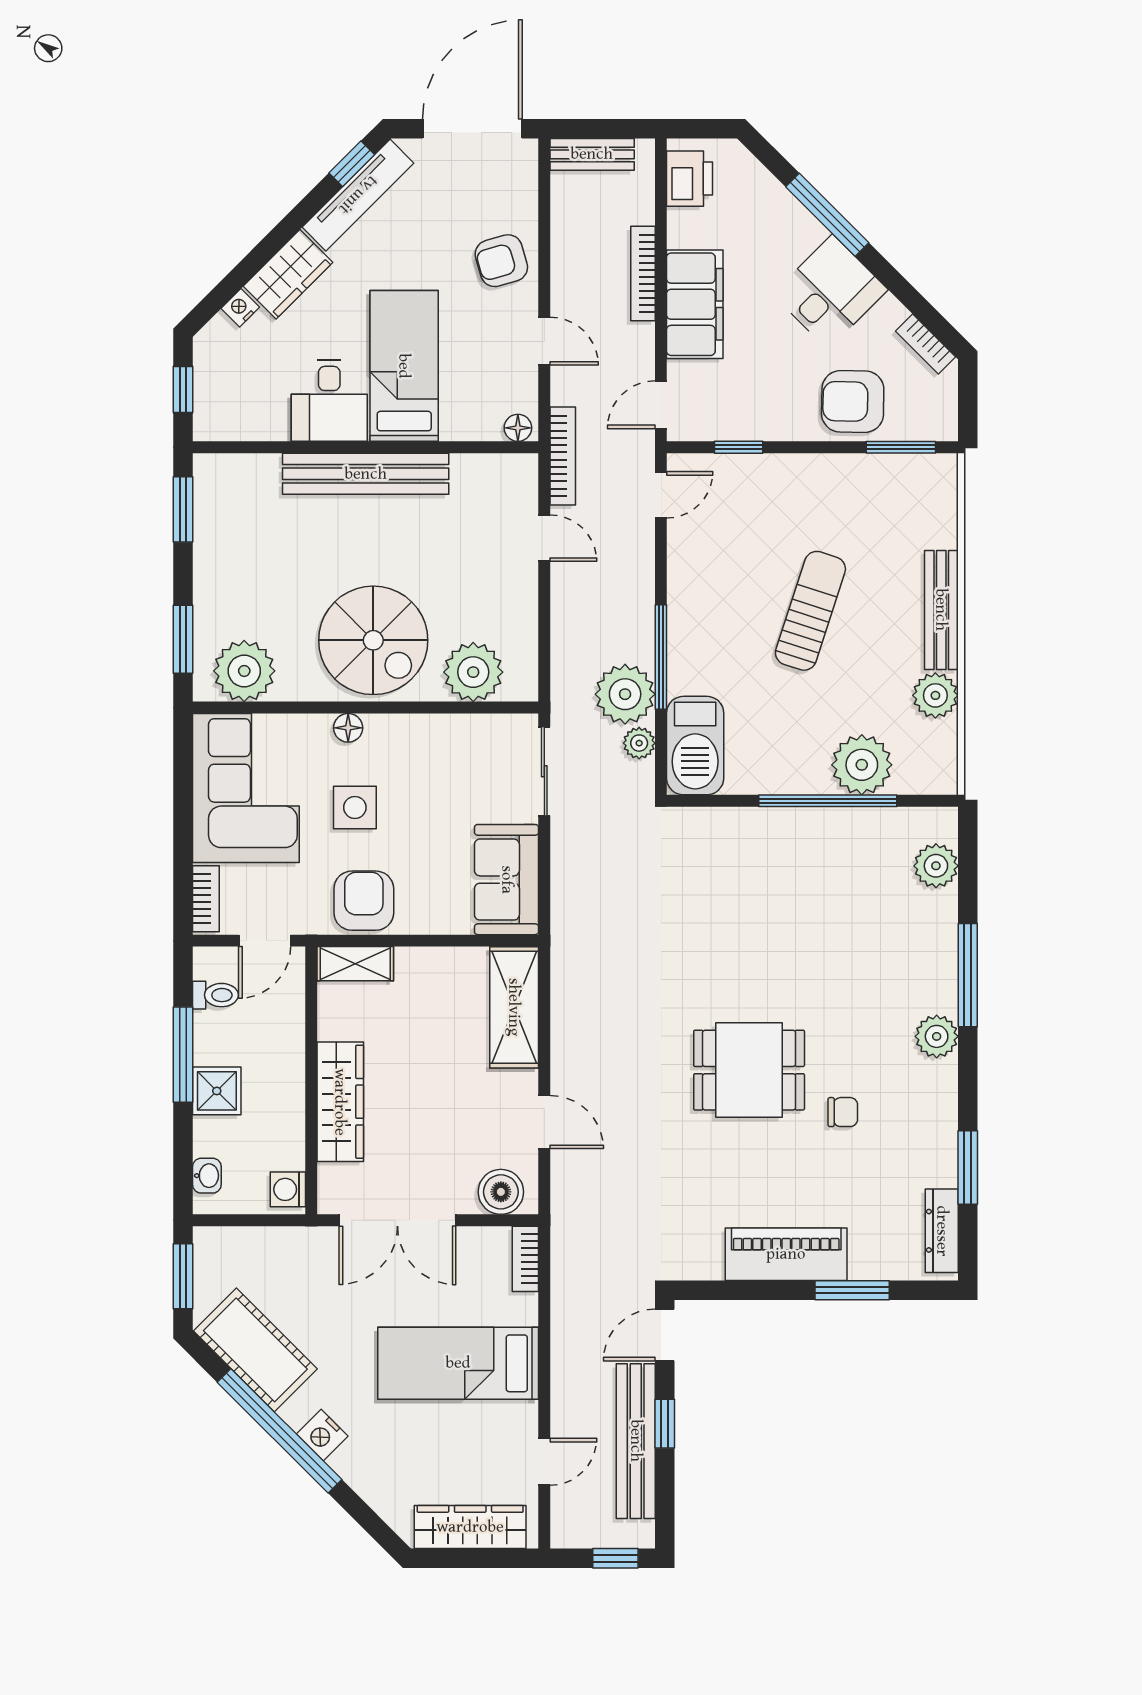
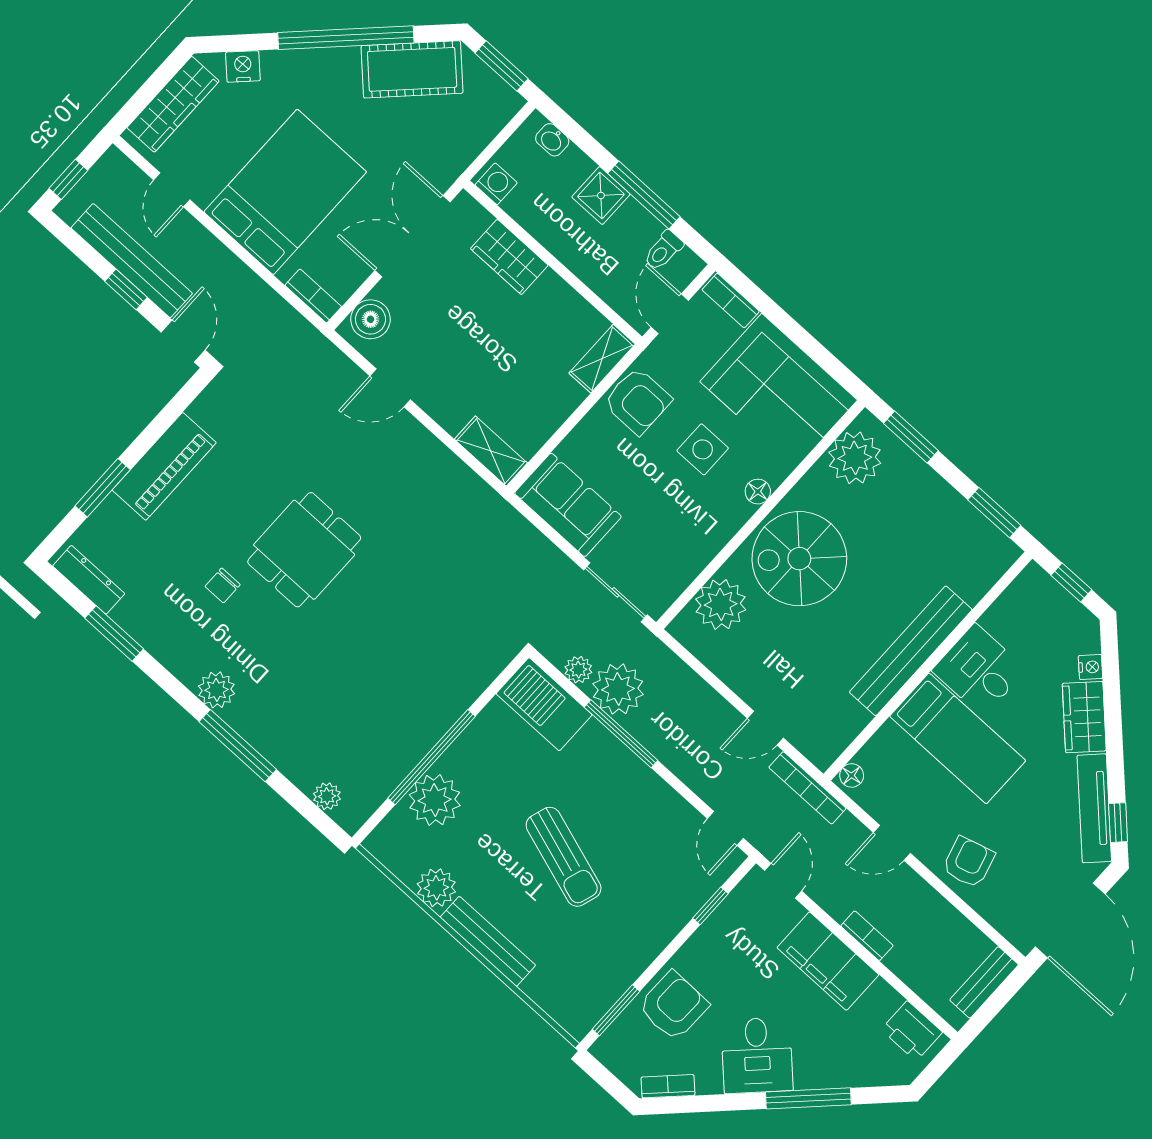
bookcase: (643, 273) -> (867, 936), width x0.64
plant: (936, 866) -> (327, 796), width x0.73, depth x0.73
shelving: (514, 1007) -> (491, 451), width x0.67, depth x0.75
wardrobe: (340, 1102) -> (509, 257), width x0.67
bed: (458, 1363) -> (285, 192), width x1.50
nightstand: (322, 1435) -> (243, 66), moved

